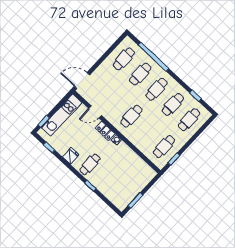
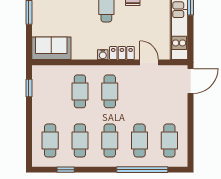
door: (95, 112) -> (149, 62), hinge flipped
cafe table: (164, 147) -> (80, 91), moved
sofa: (141, 170) -> (51, 48), added

